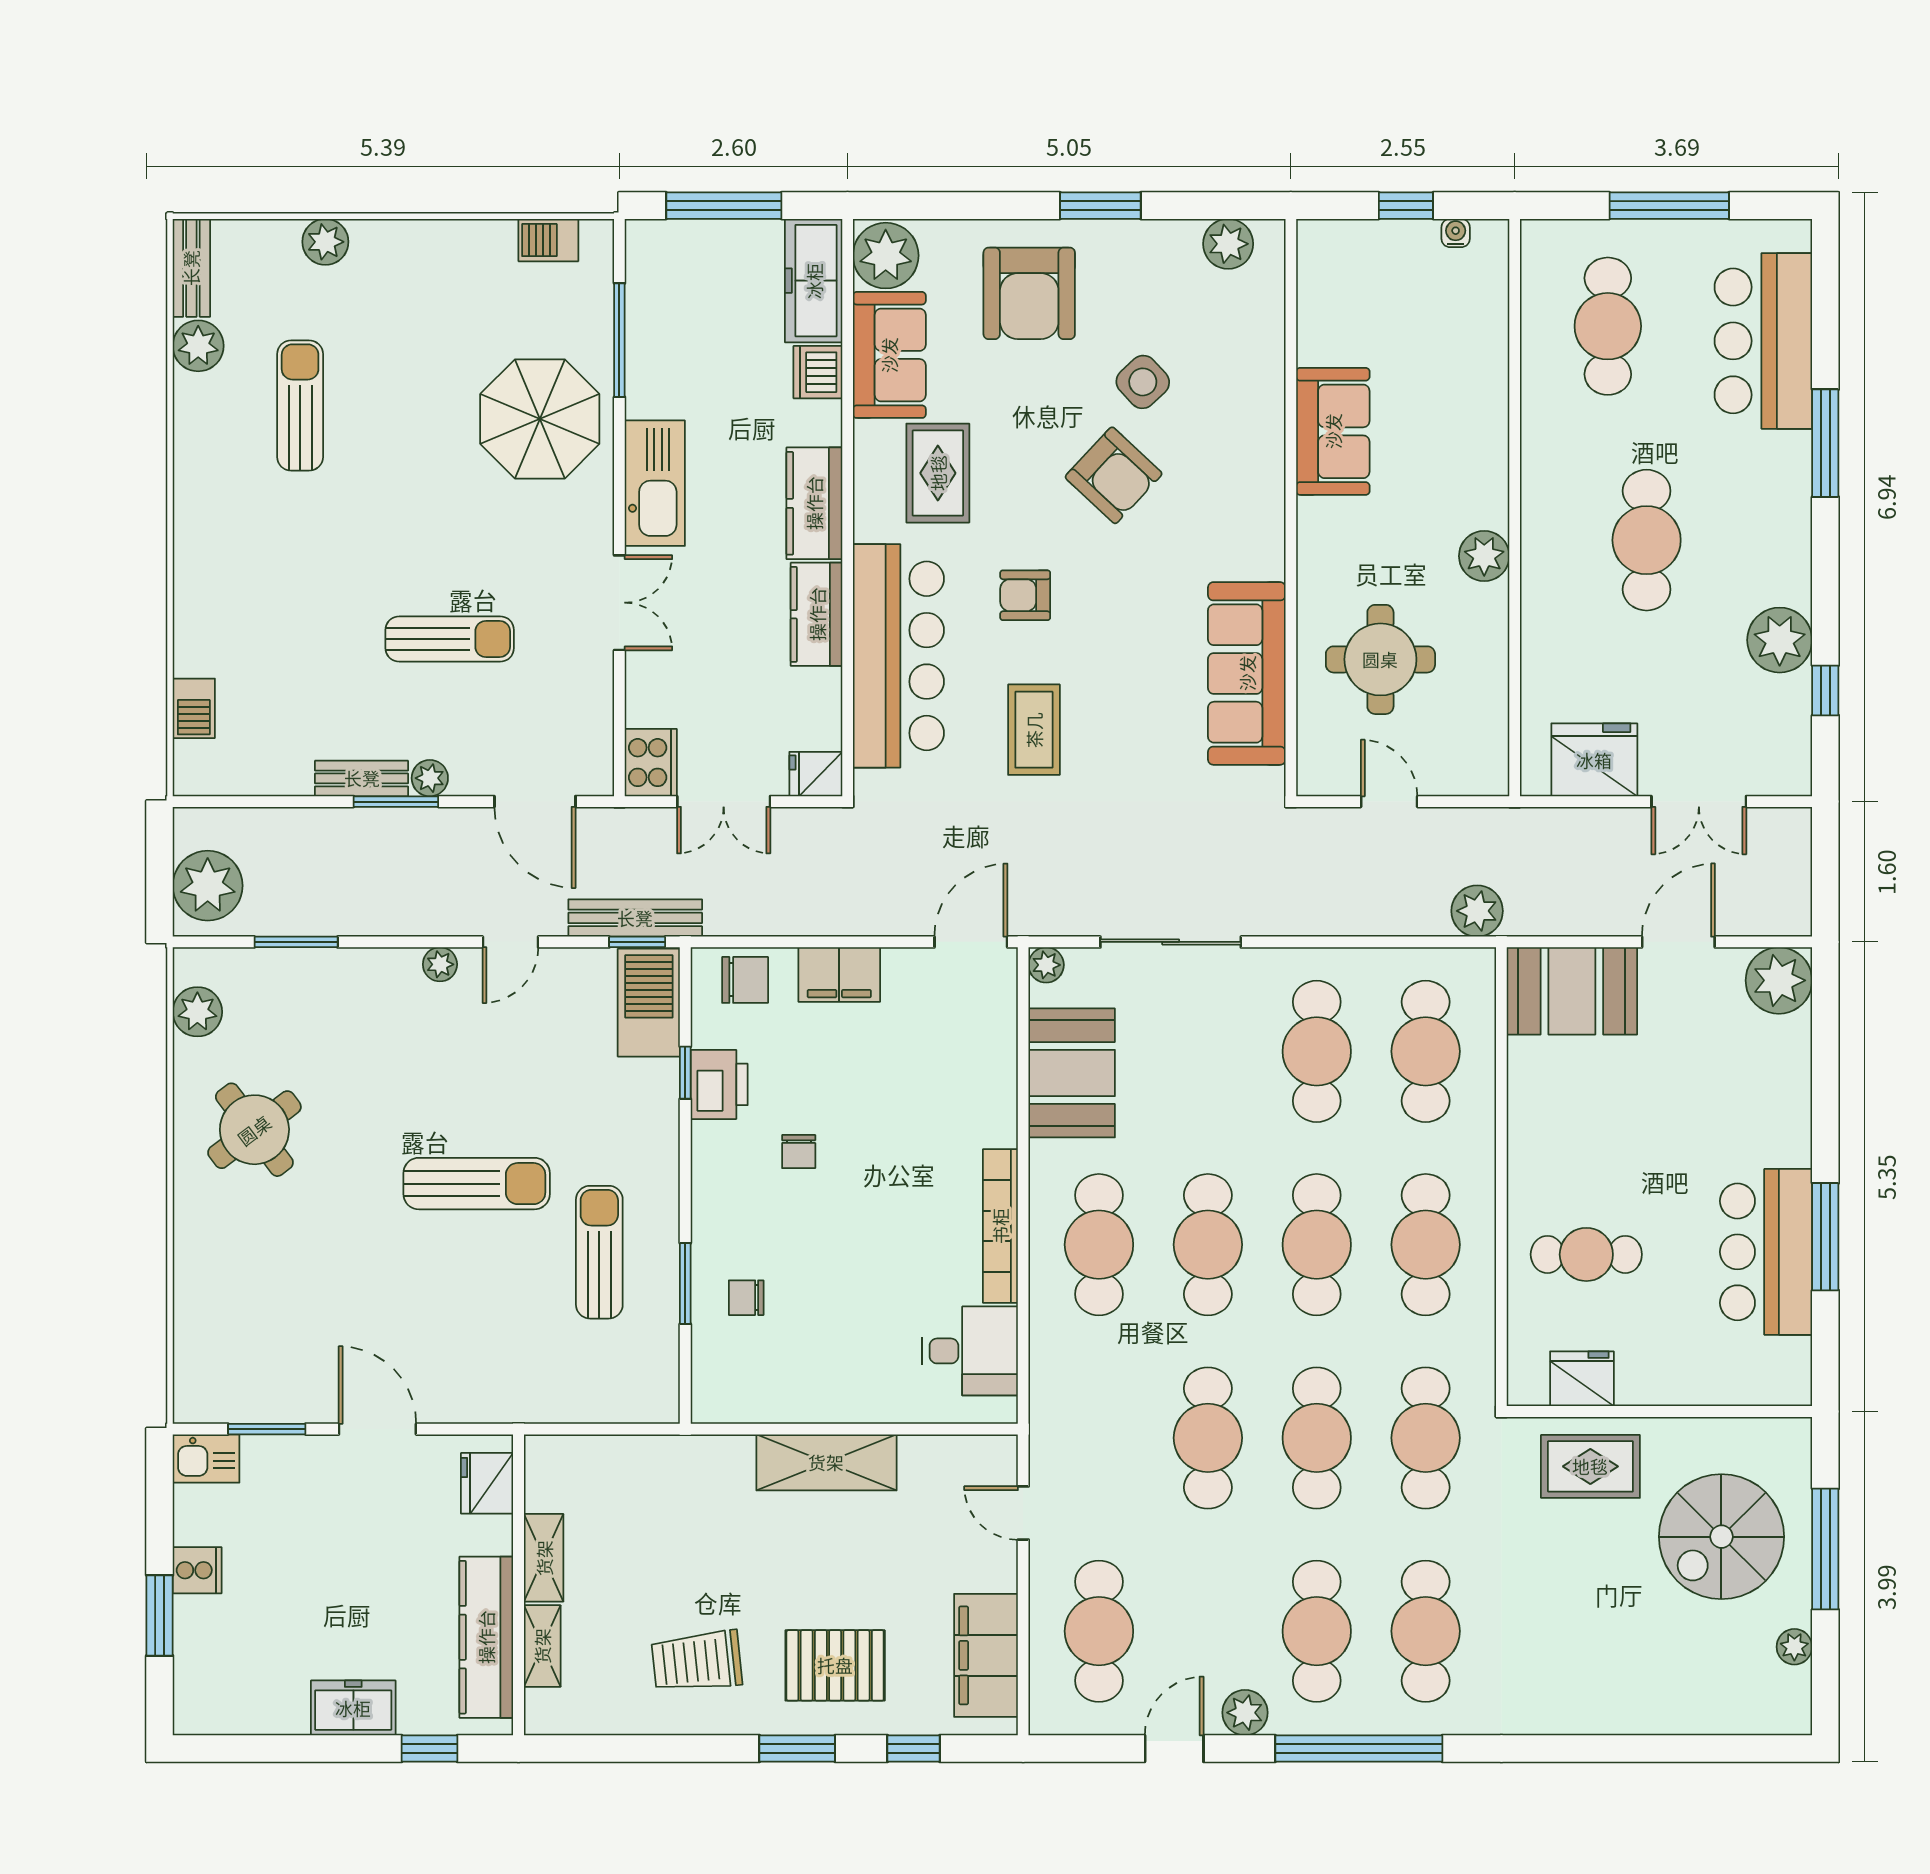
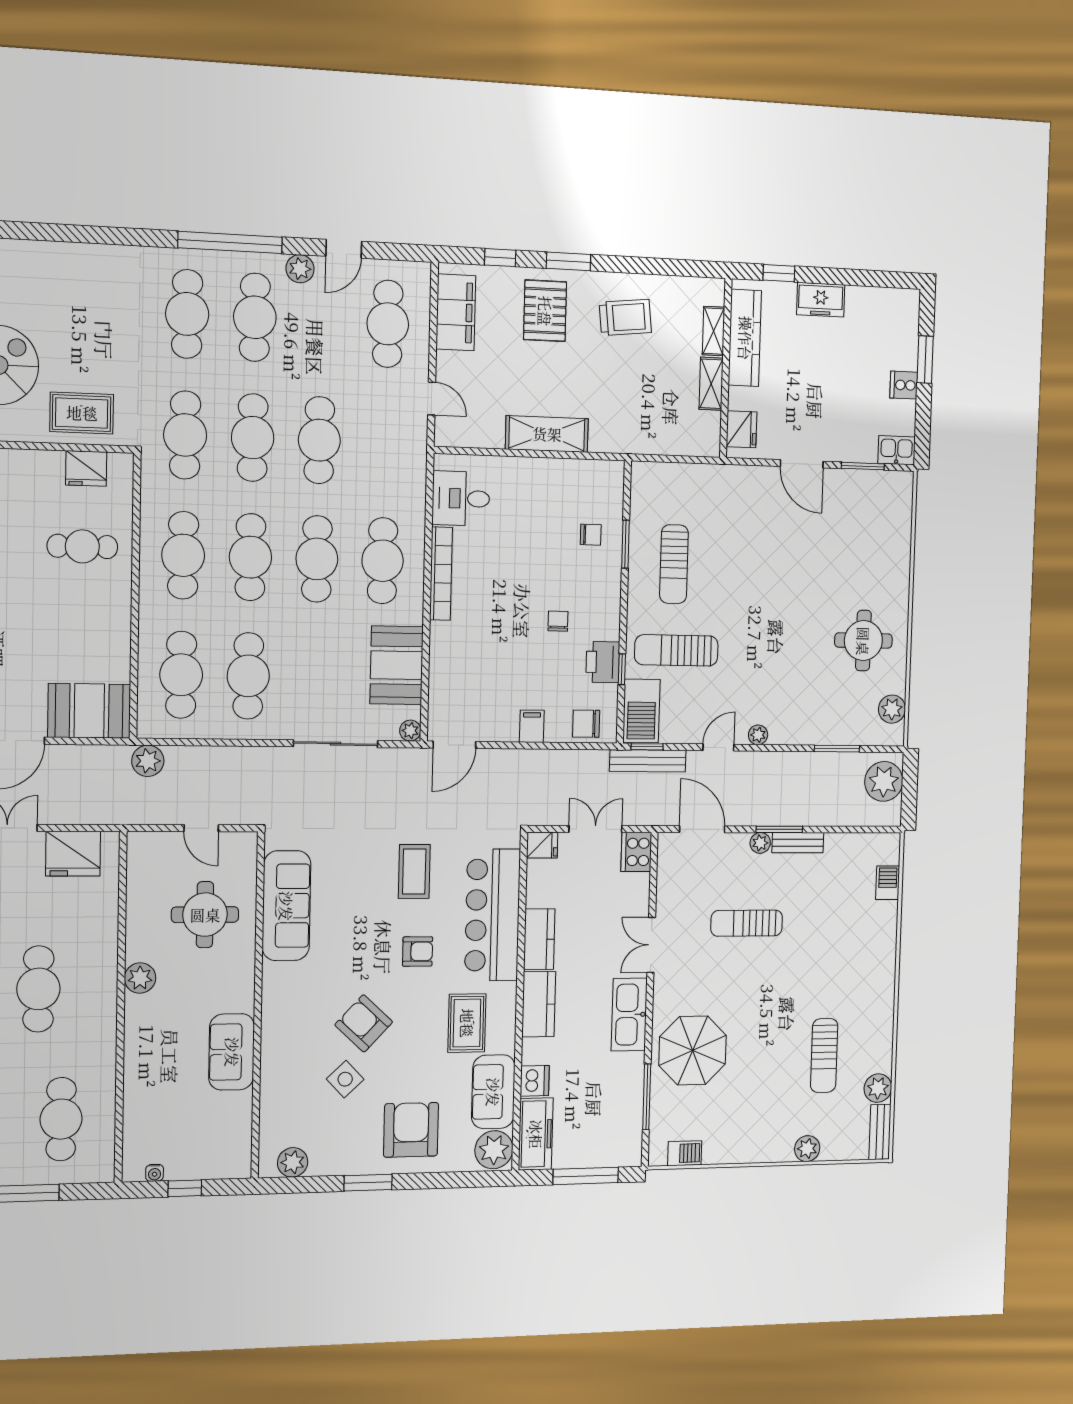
filing cabinet: (839, 975) -> (532, 726), width x0.50
round table: (254, 1130) -> (863, 641), turned 37
sun lounger: (477, 1184) -> (676, 650), moved
pallet: (835, 1665) -> (545, 311), turned 90

